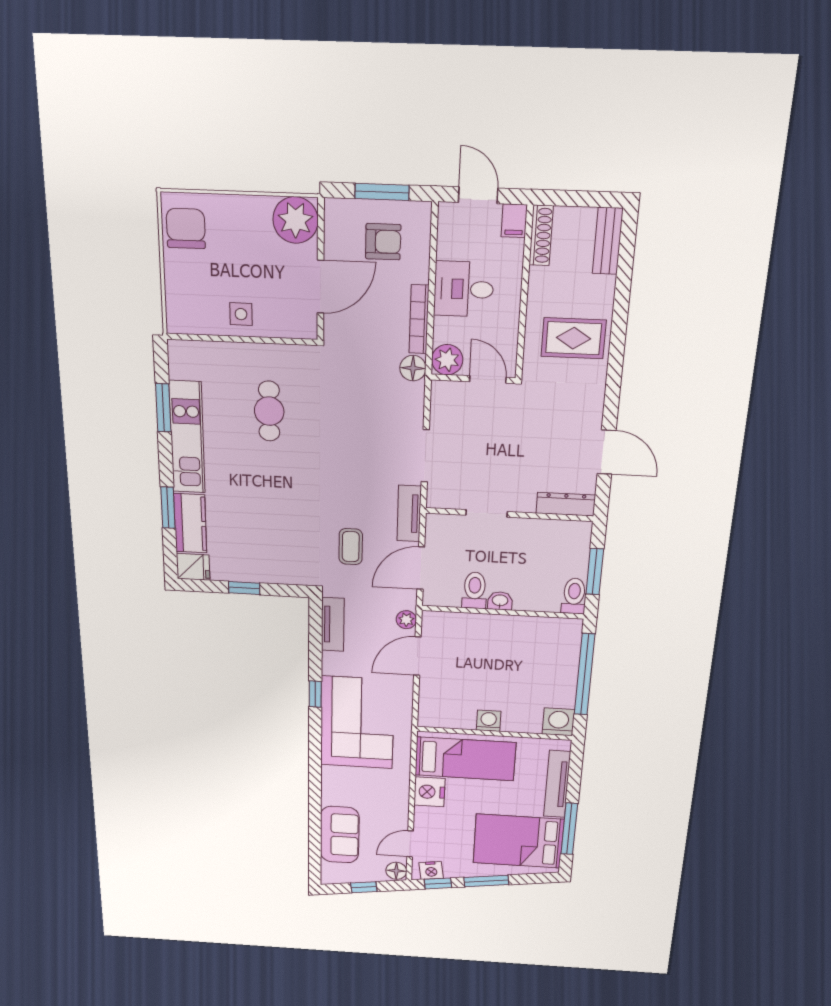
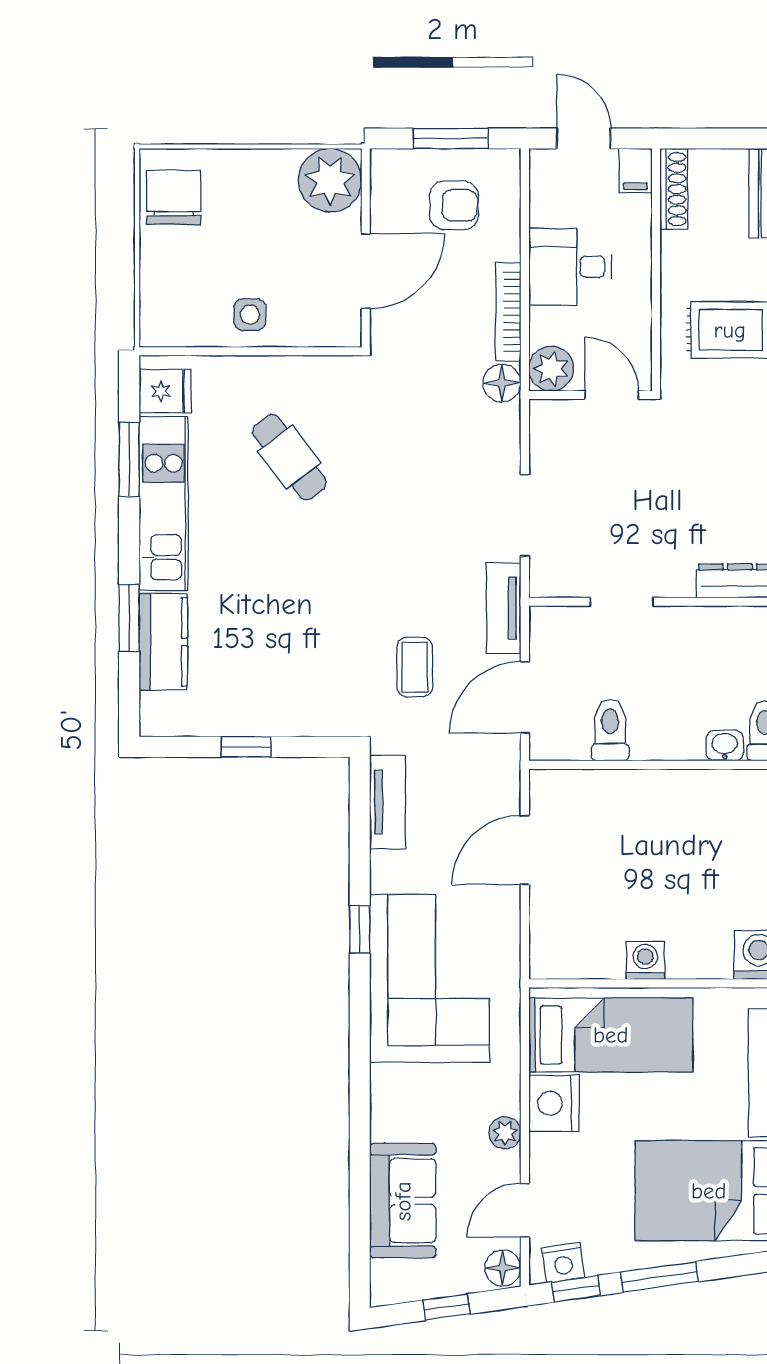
cafe table: (269, 411) -> (289, 457), turned -37
fridge: (193, 567) -> (165, 391), moved
washbasin: (500, 601) -> (725, 746), moved
plant: (406, 620) -> (505, 1133), moved

